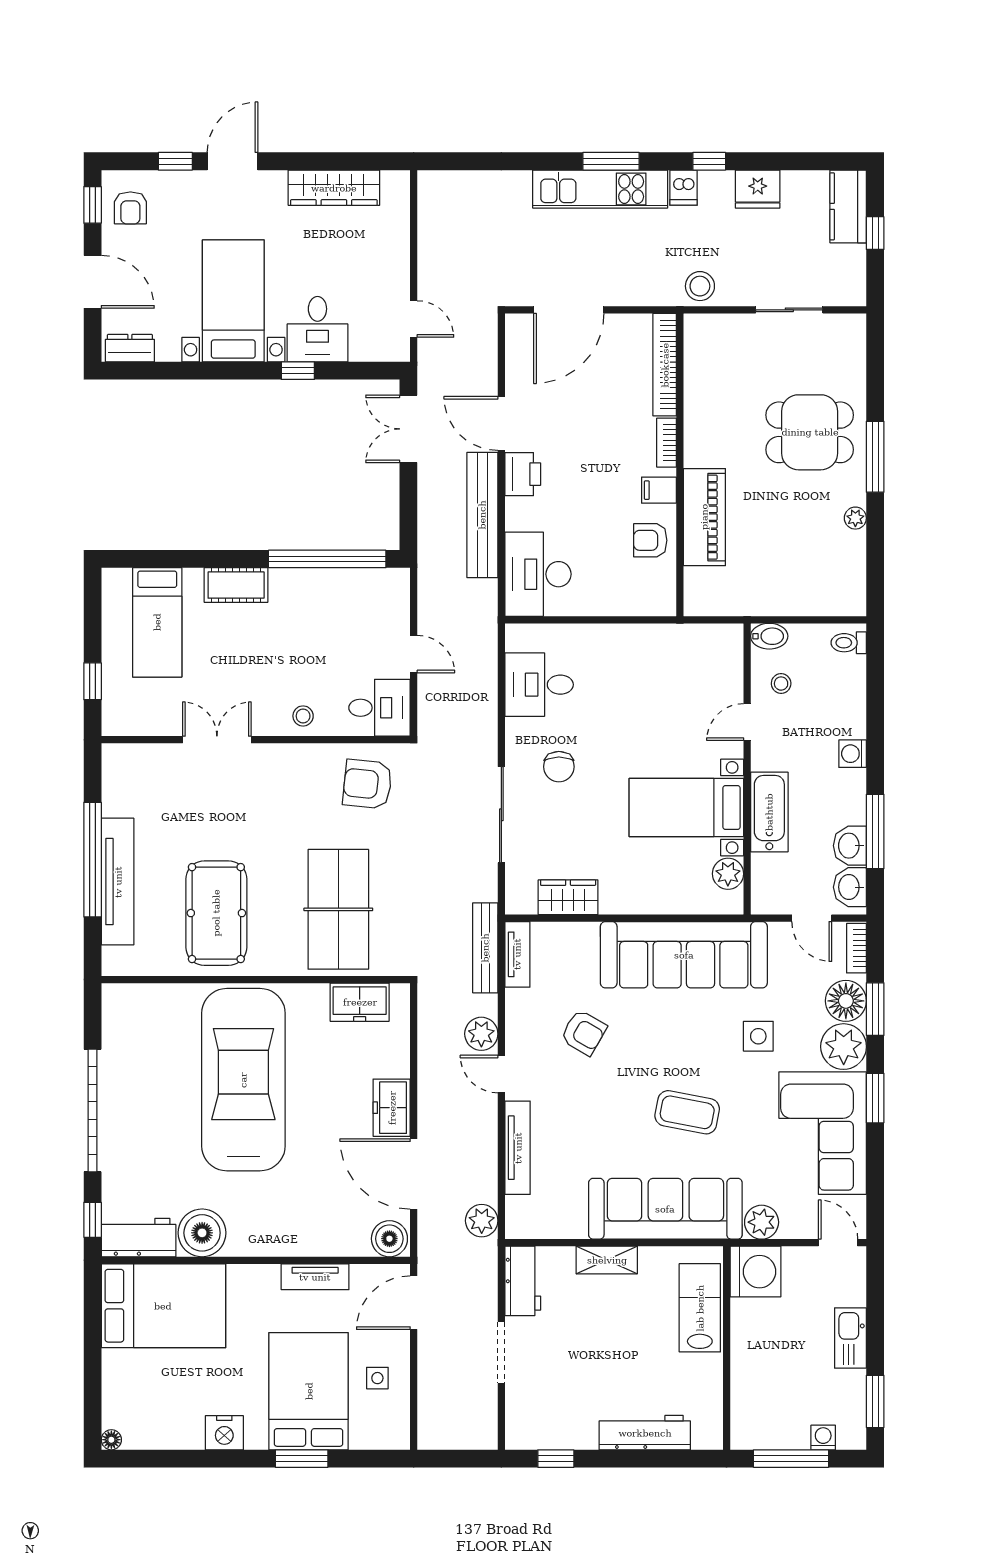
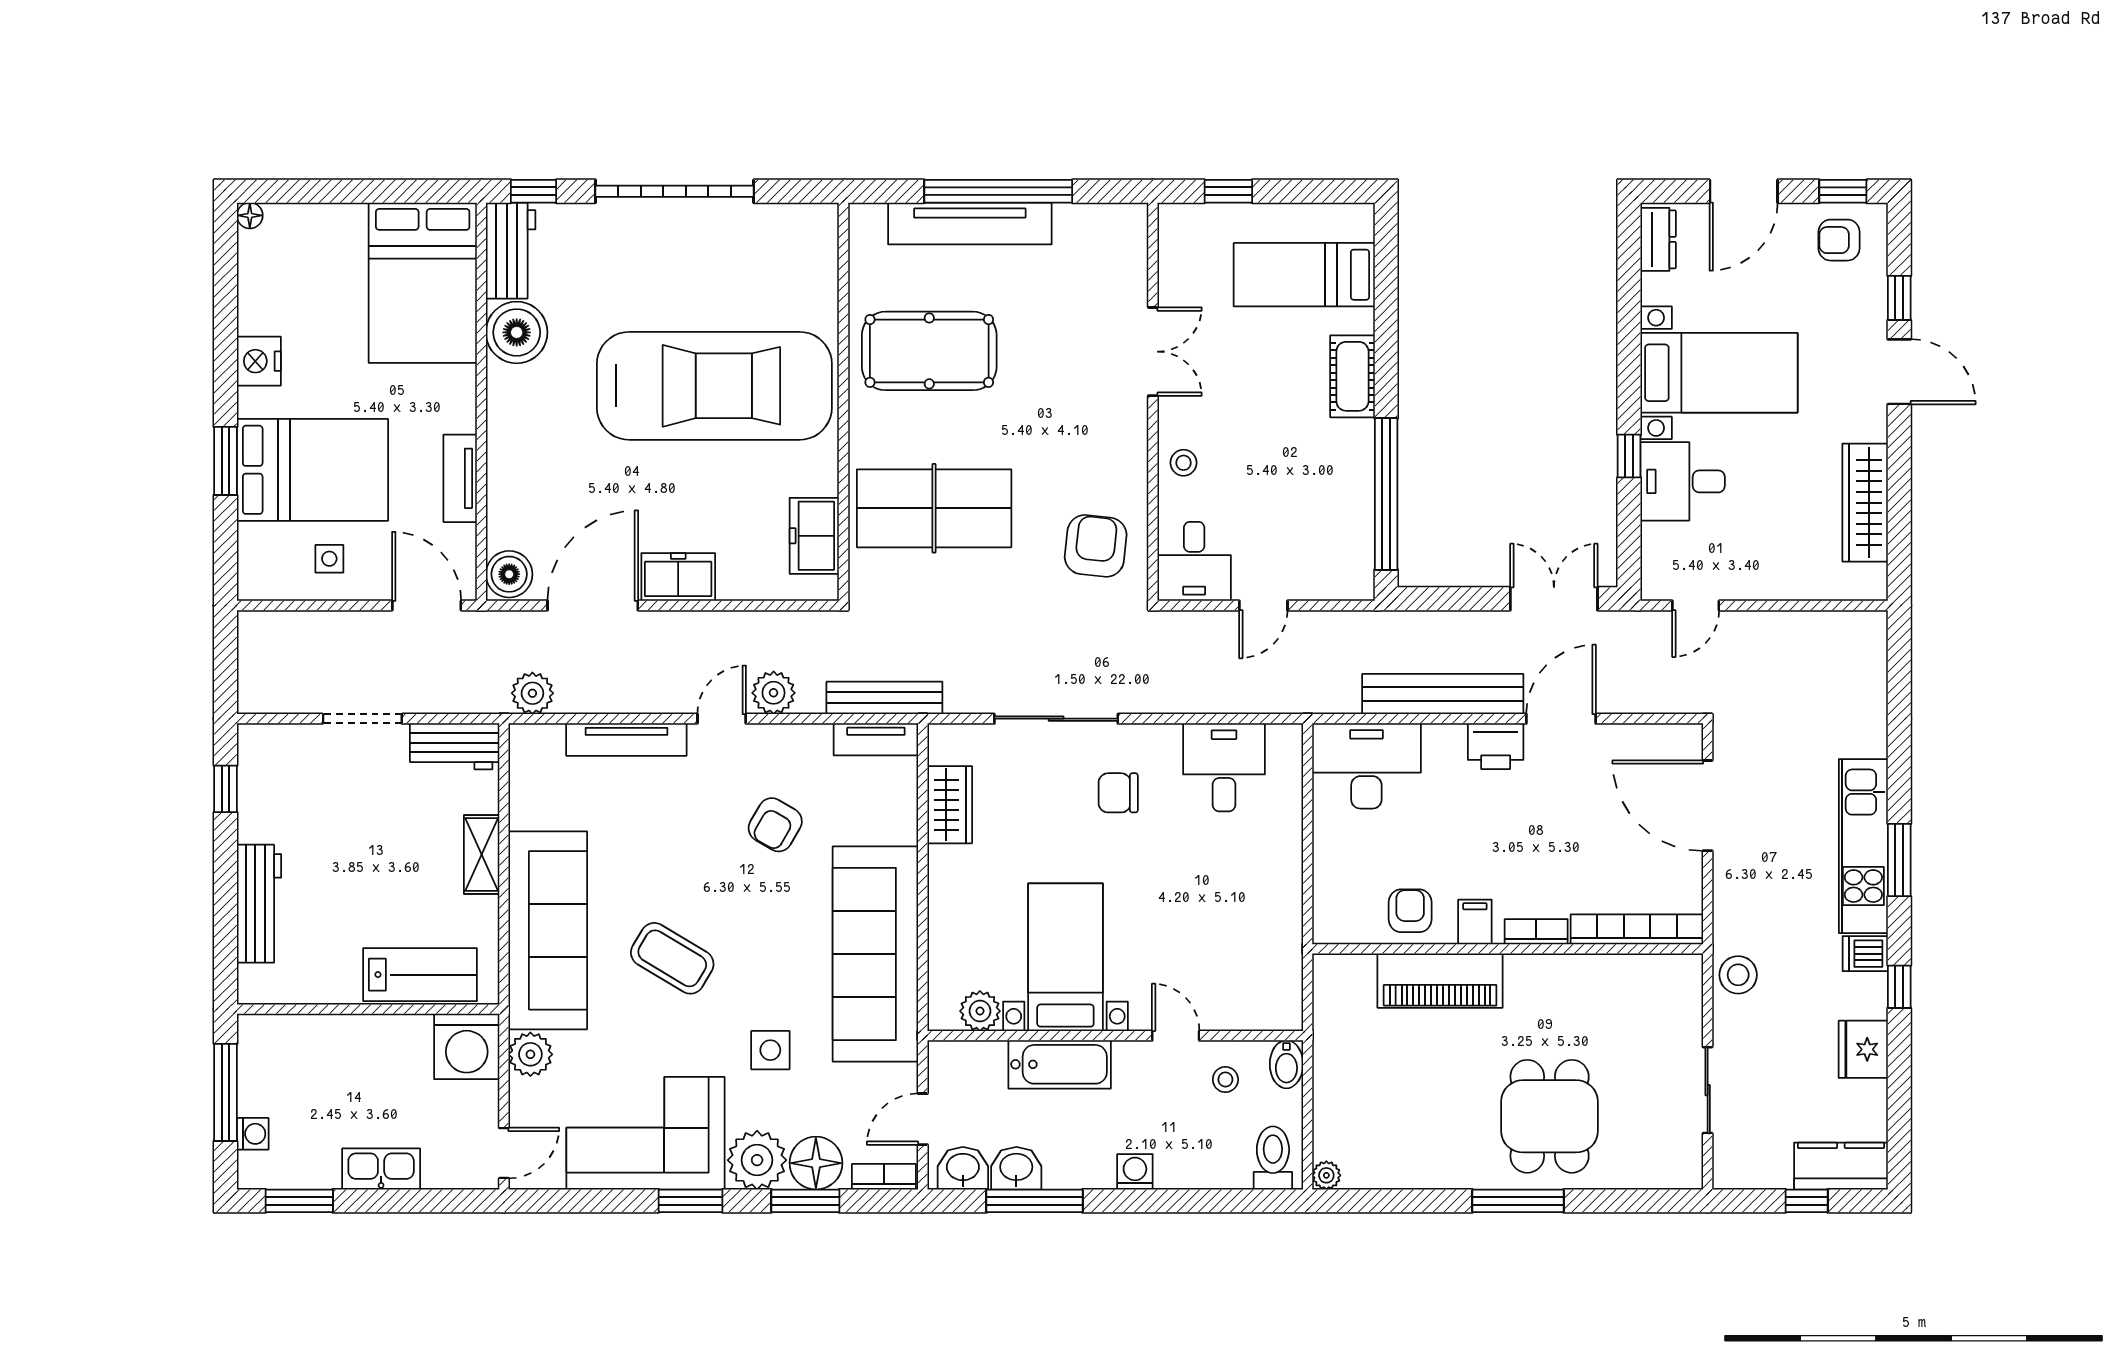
plant: (855, 518) -> (1326, 1175), moved
toilet: (849, 643) -> (1273, 1158), width x1.37, depth x1.39
coffee table: (687, 1112) -> (672, 958), turned -70

